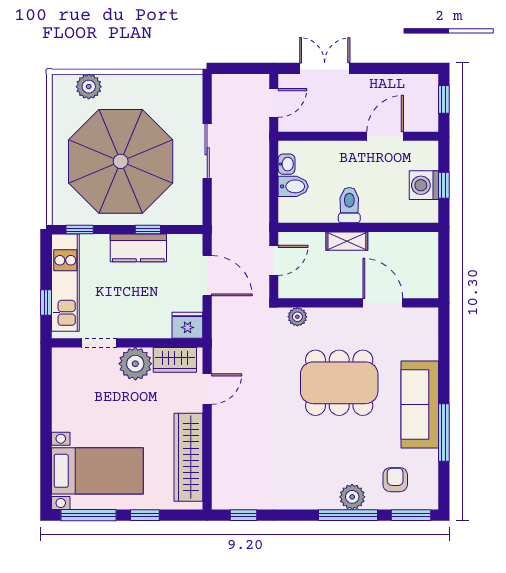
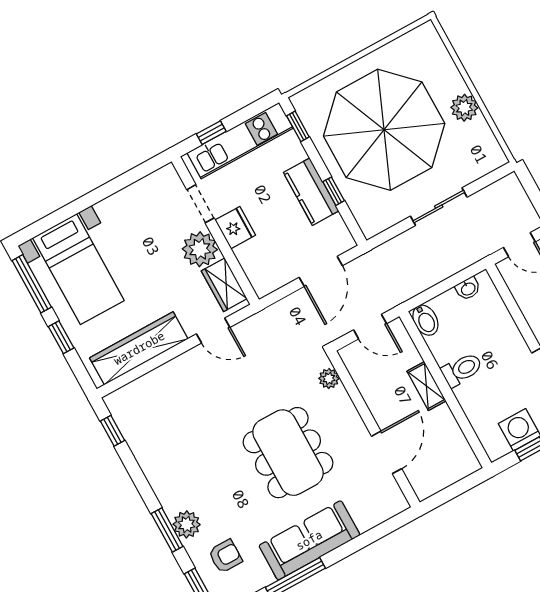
plant: (89, 87) -> (464, 108), moved
bidet: (293, 186) -> (425, 320), moved
fridge: (187, 325) -> (235, 228), moved
window: (348, 515) -> (167, 530), width x0.69

